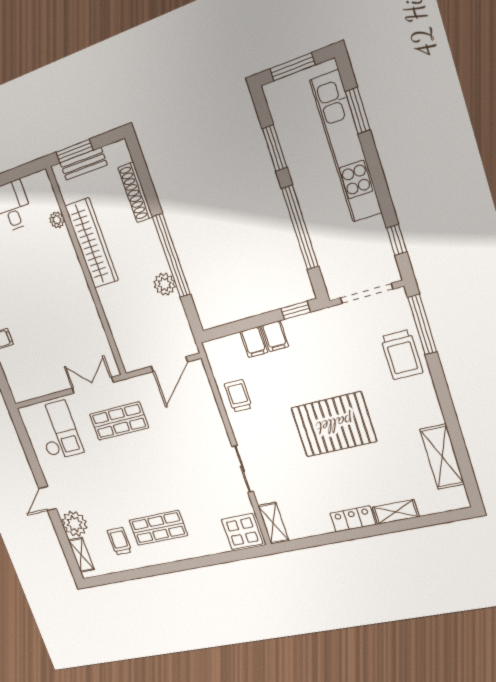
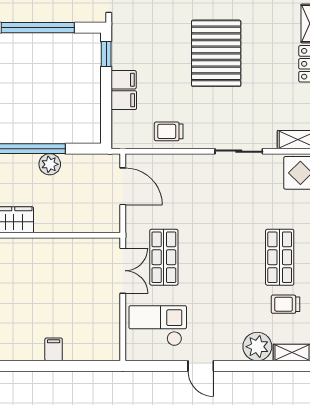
double door: (93, 385) -> (123, 271), swing flipped
door: (48, 499) -> (201, 366), moved

